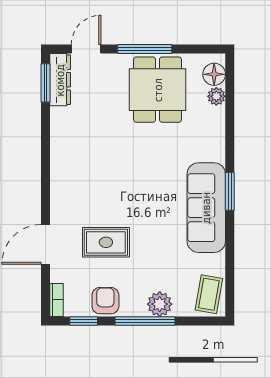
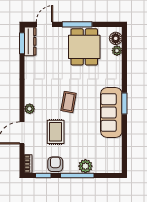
plant: (59, 201) -> (30, 109), added
rug: (106, 242) -> (56, 132), turned 90
coffee table: (209, 294) -> (69, 102), moved

